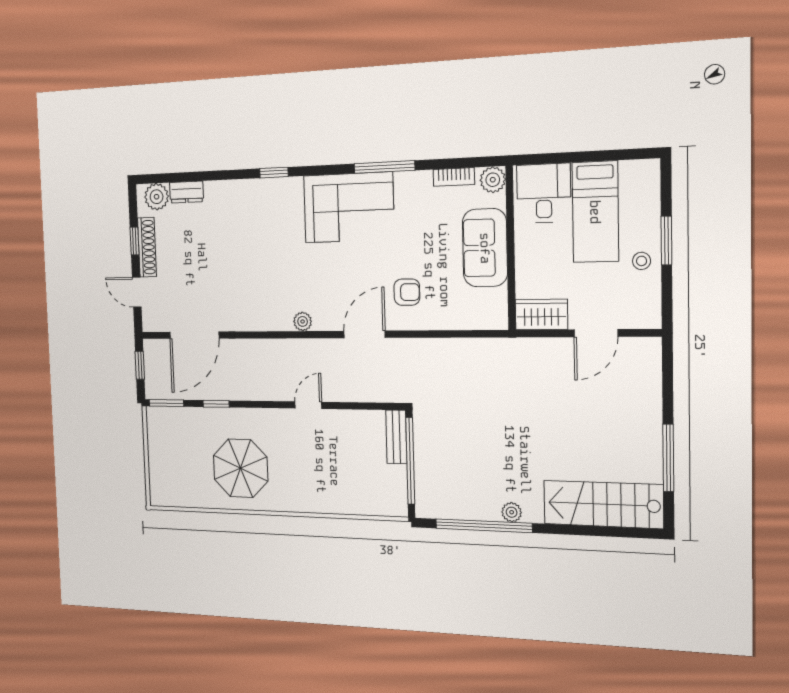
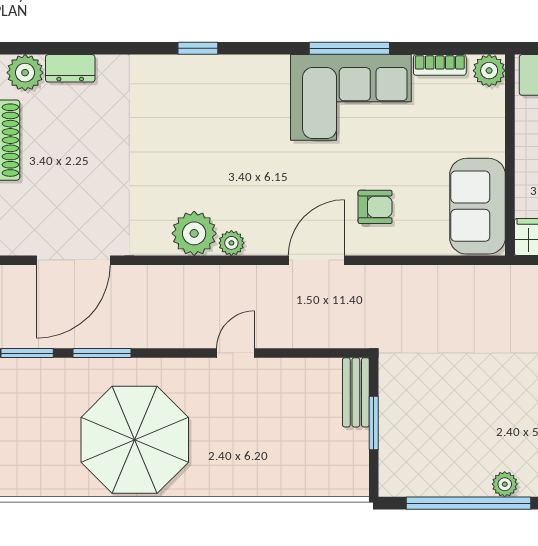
corner sofa: (349, 208) -> (351, 97), moved
sofa: (485, 248) -> (477, 206), moved
plant: (276, 314) -> (194, 233), added
window: (216, 404) -> (102, 353), width x1.50
window: (410, 461) -> (374, 423), width x0.47
parasol: (241, 468) -> (135, 440), width x1.36, depth x1.36

